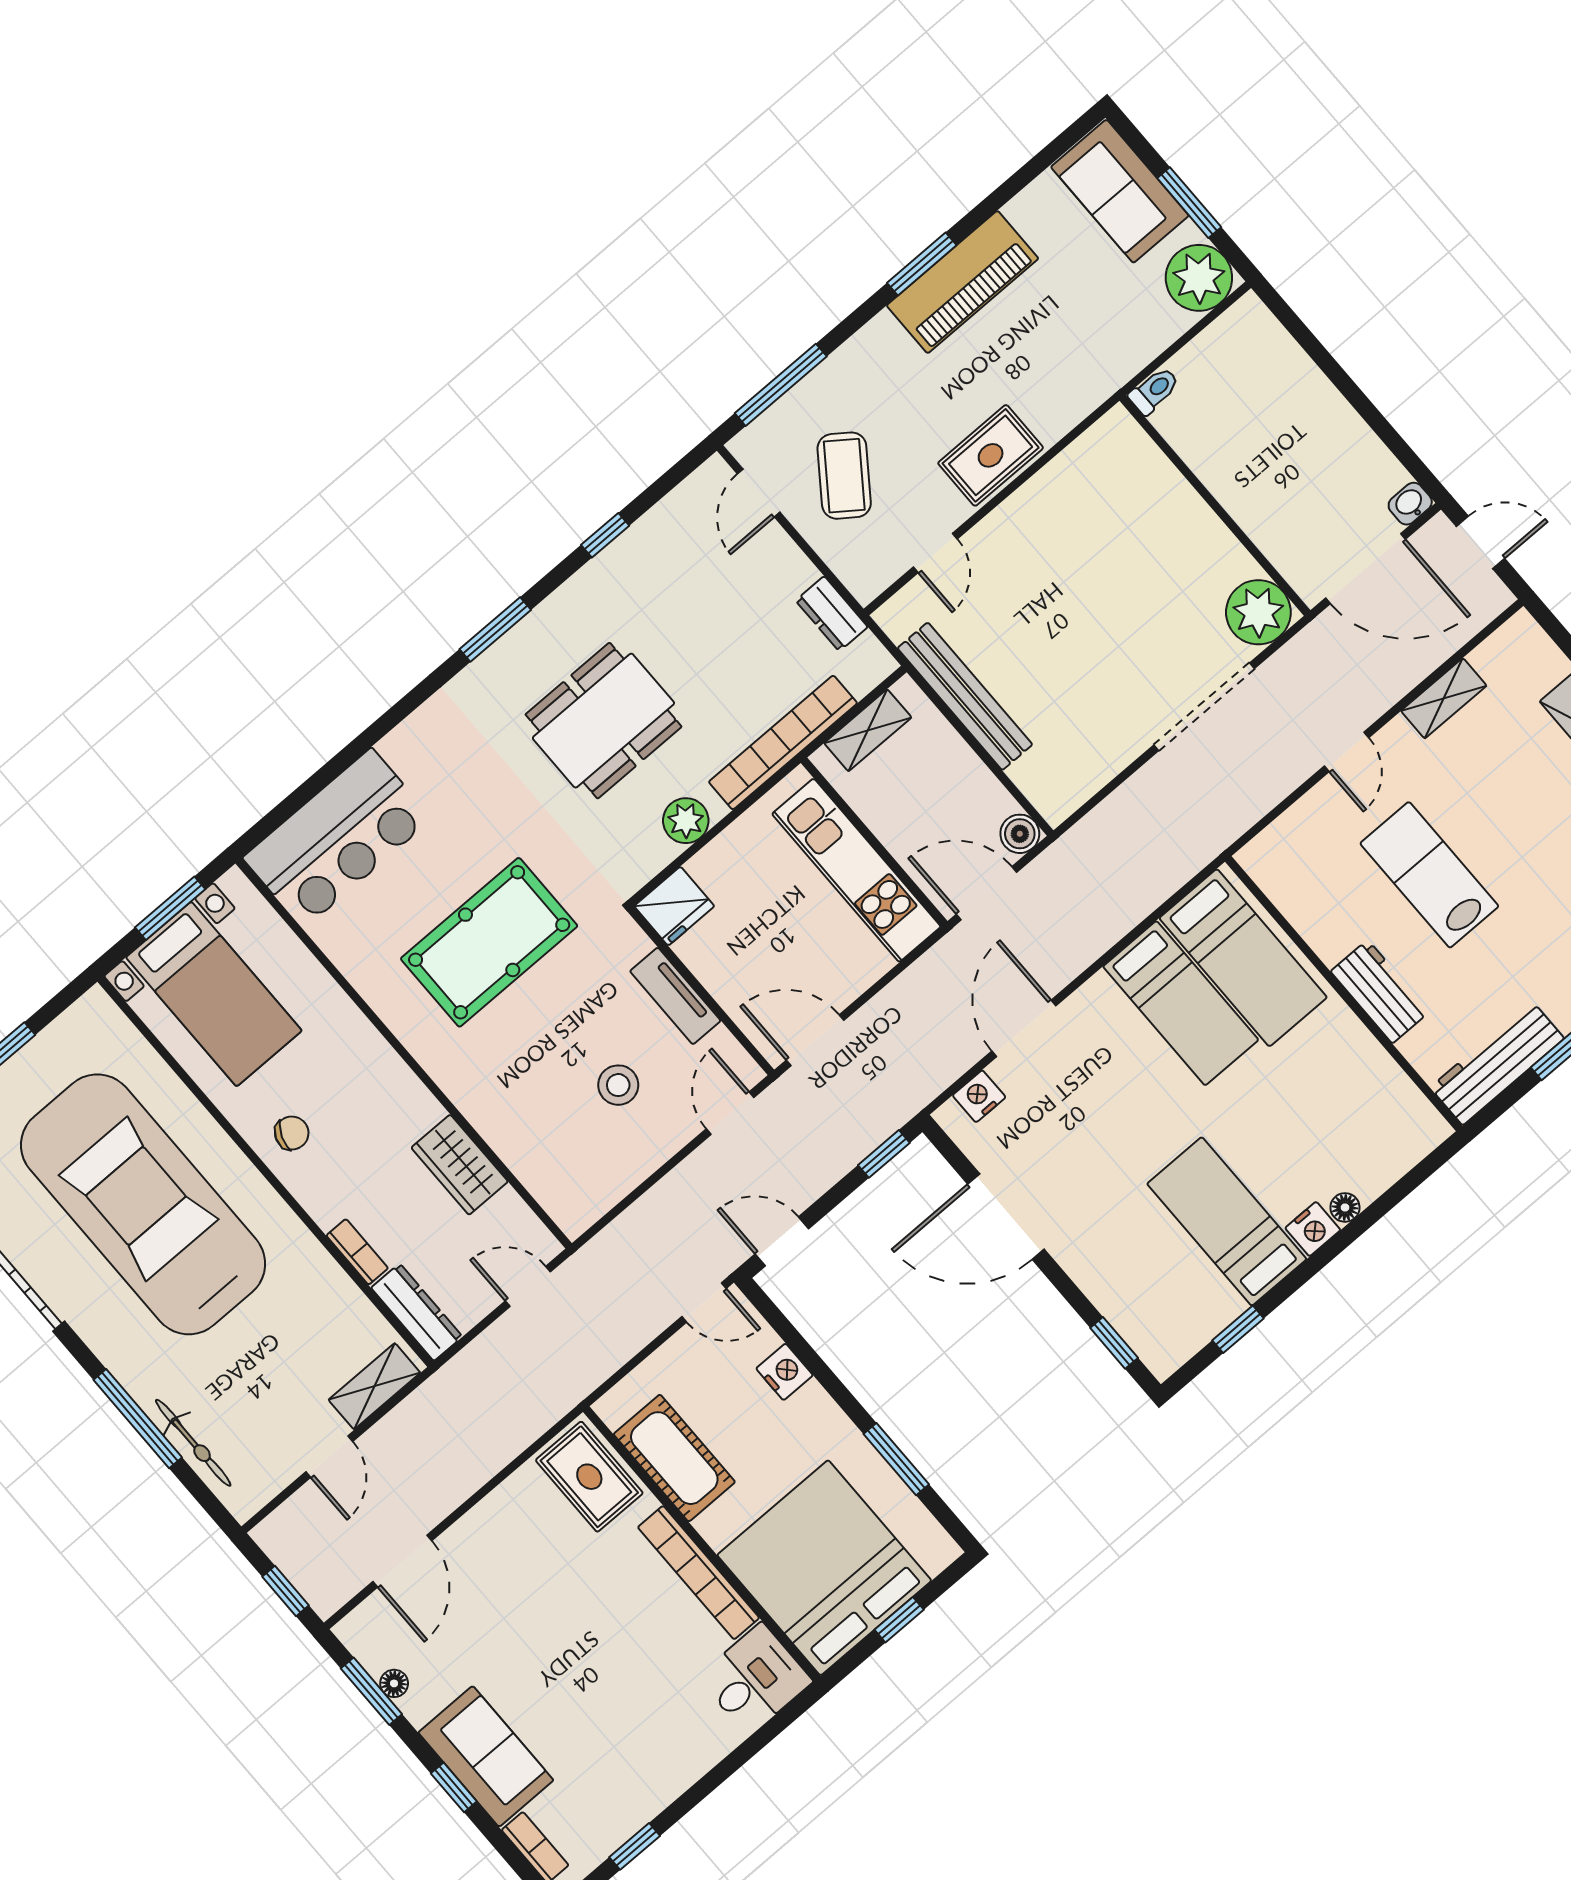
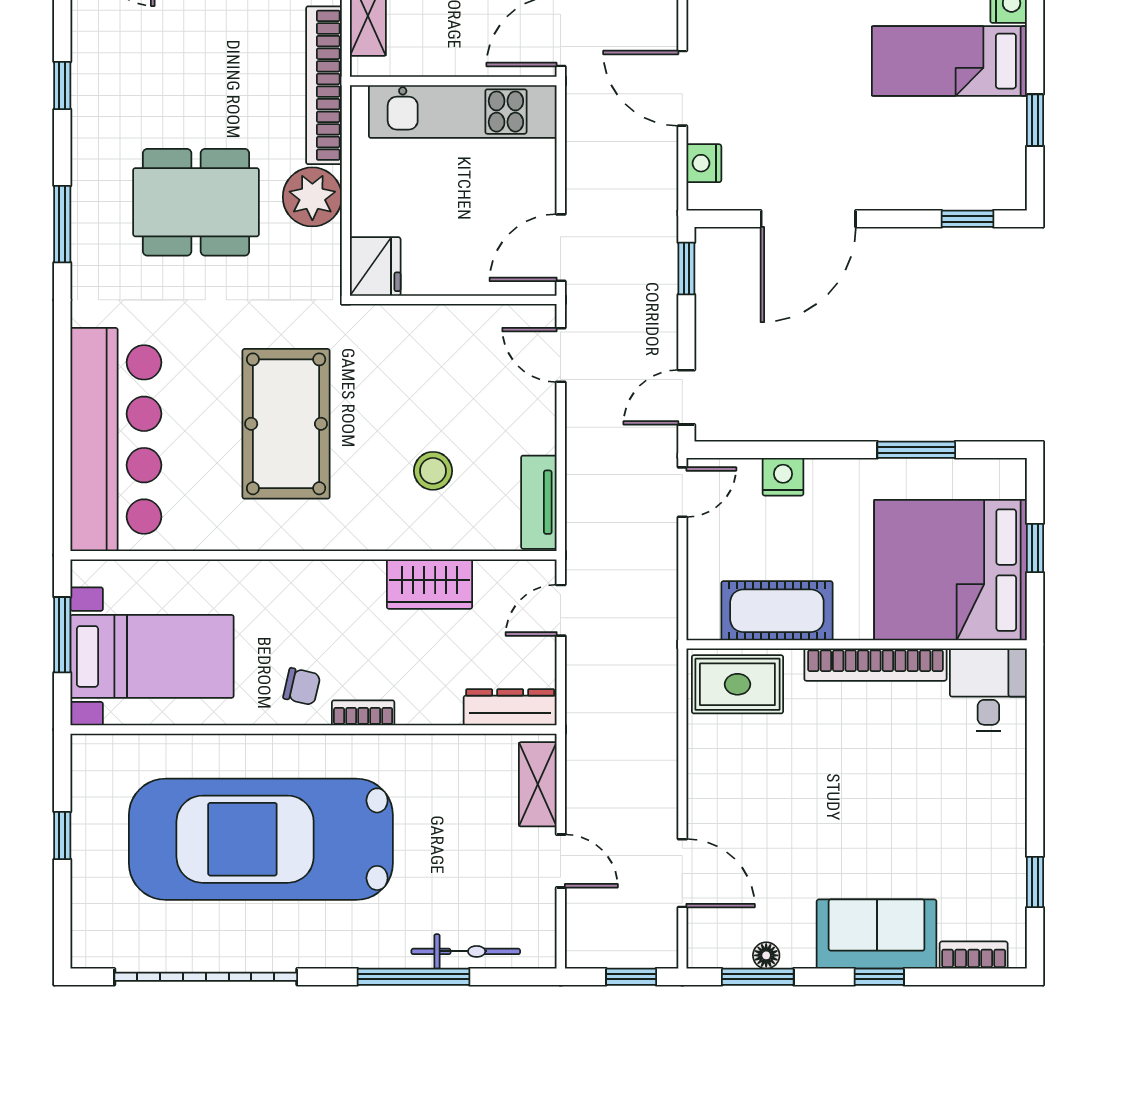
dining table: (603, 721) -> (196, 202), turned 90
plant: (686, 821) -> (312, 197), width x1.36, depth x1.36
bar counter: (338, 838) -> (116, 439), width x1.36
tv unit: (675, 996) -> (539, 502), moved, turned 90
stool: (618, 1085) -> (433, 471), moved
chair: (292, 1133) -> (302, 686), turned 82
bookcase: (357, 1252) -> (363, 713), moved

